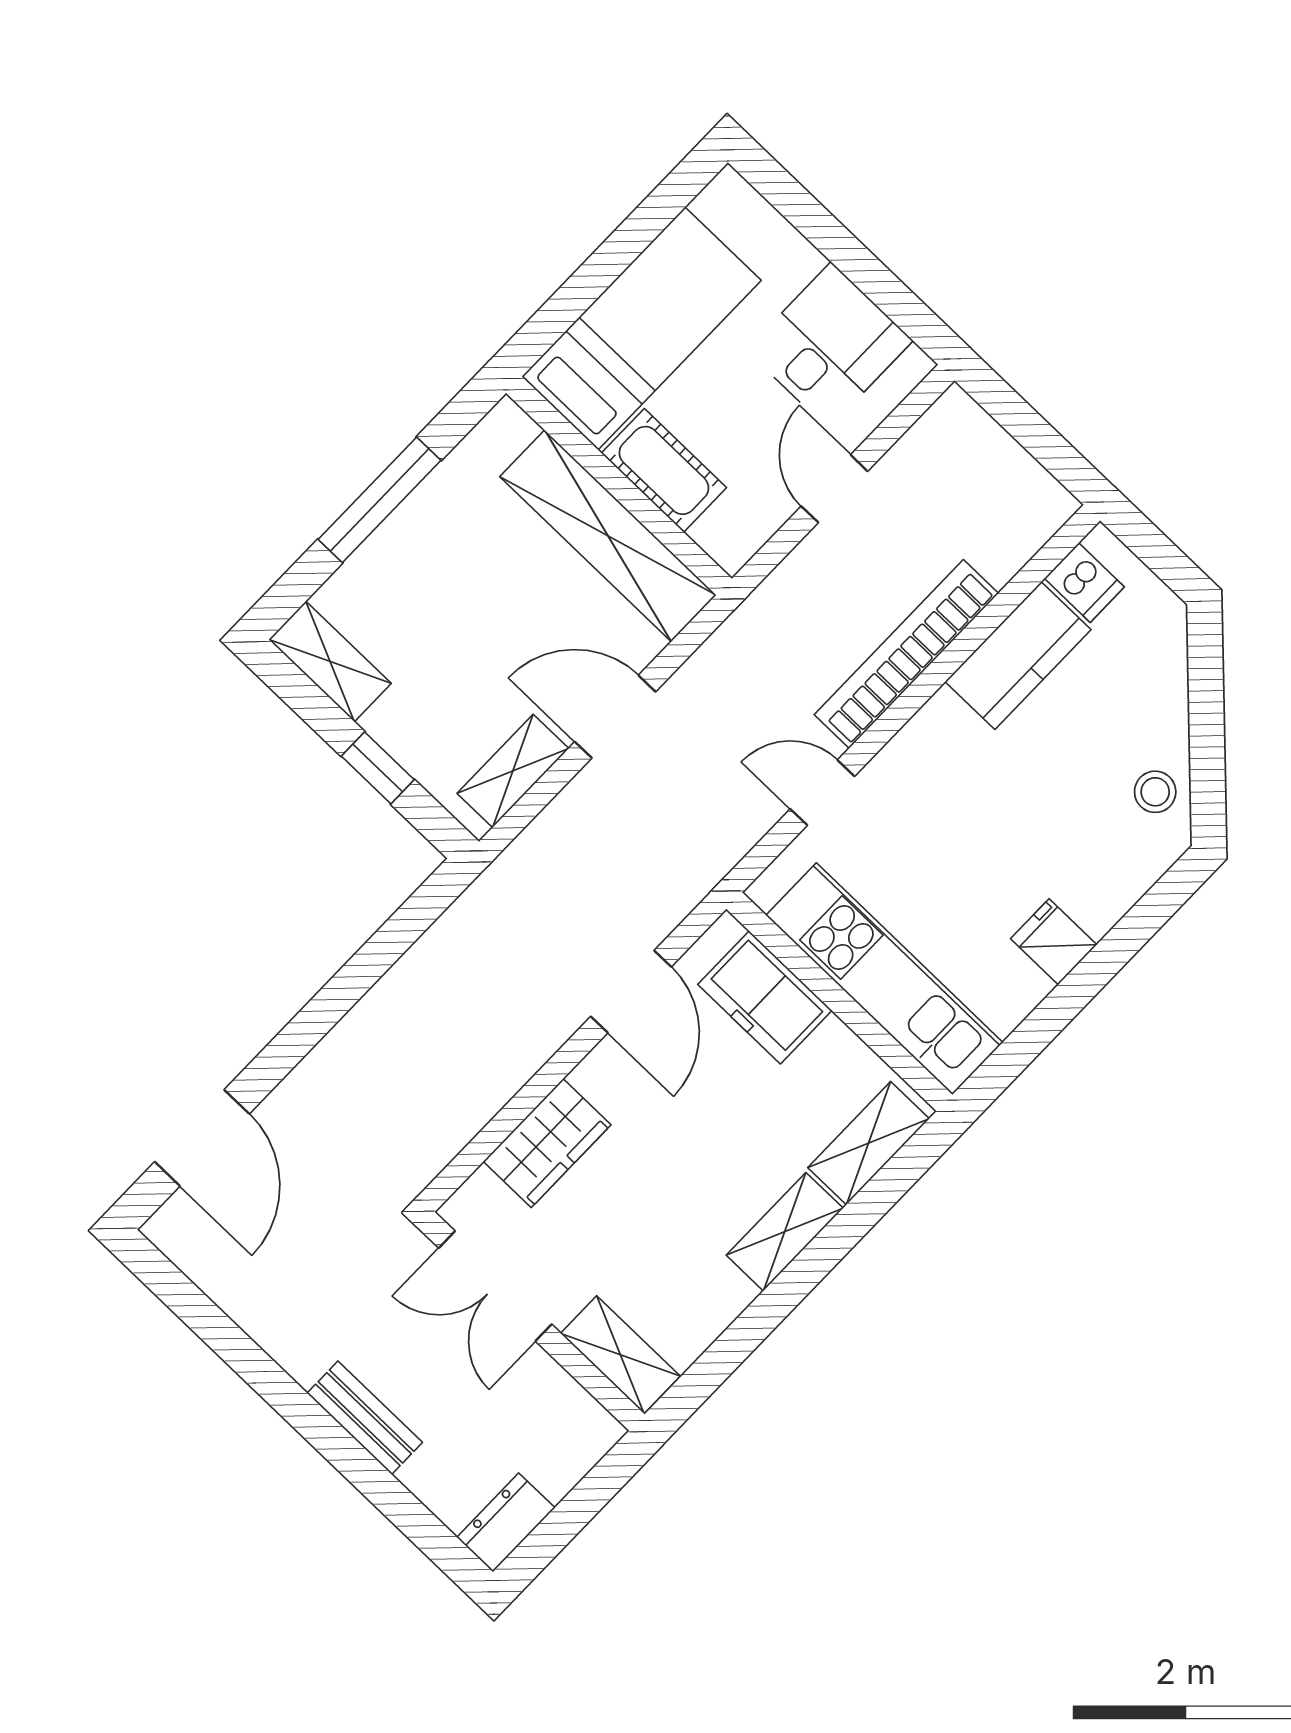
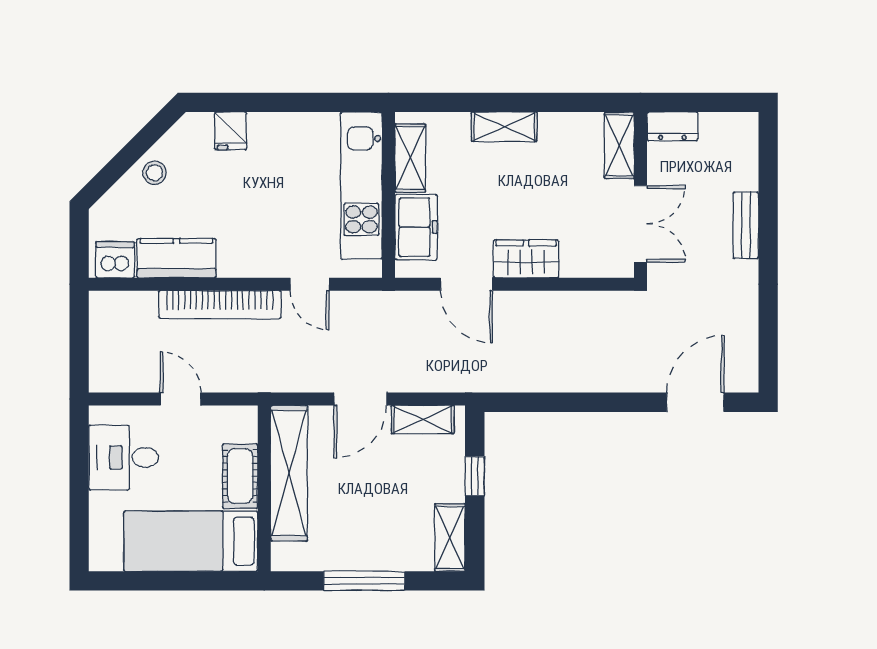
door: (834, 489) -> (180, 399), swing flipped
dishwasher: (1084, 583) -> (115, 260), width x1.38
door: (615, 717) -> (360, 399), hinge flipped
stool: (1155, 792) -> (154, 173), moved
fridge: (1054, 942) -> (231, 131), moved
door: (631, 992) -> (467, 284), swing flipped
wardrobe: (547, 1143) -> (526, 259), moved
shelving: (868, 1143) -> (410, 158), moved, turned 90
dresser: (506, 1523) -> (672, 126), moved

